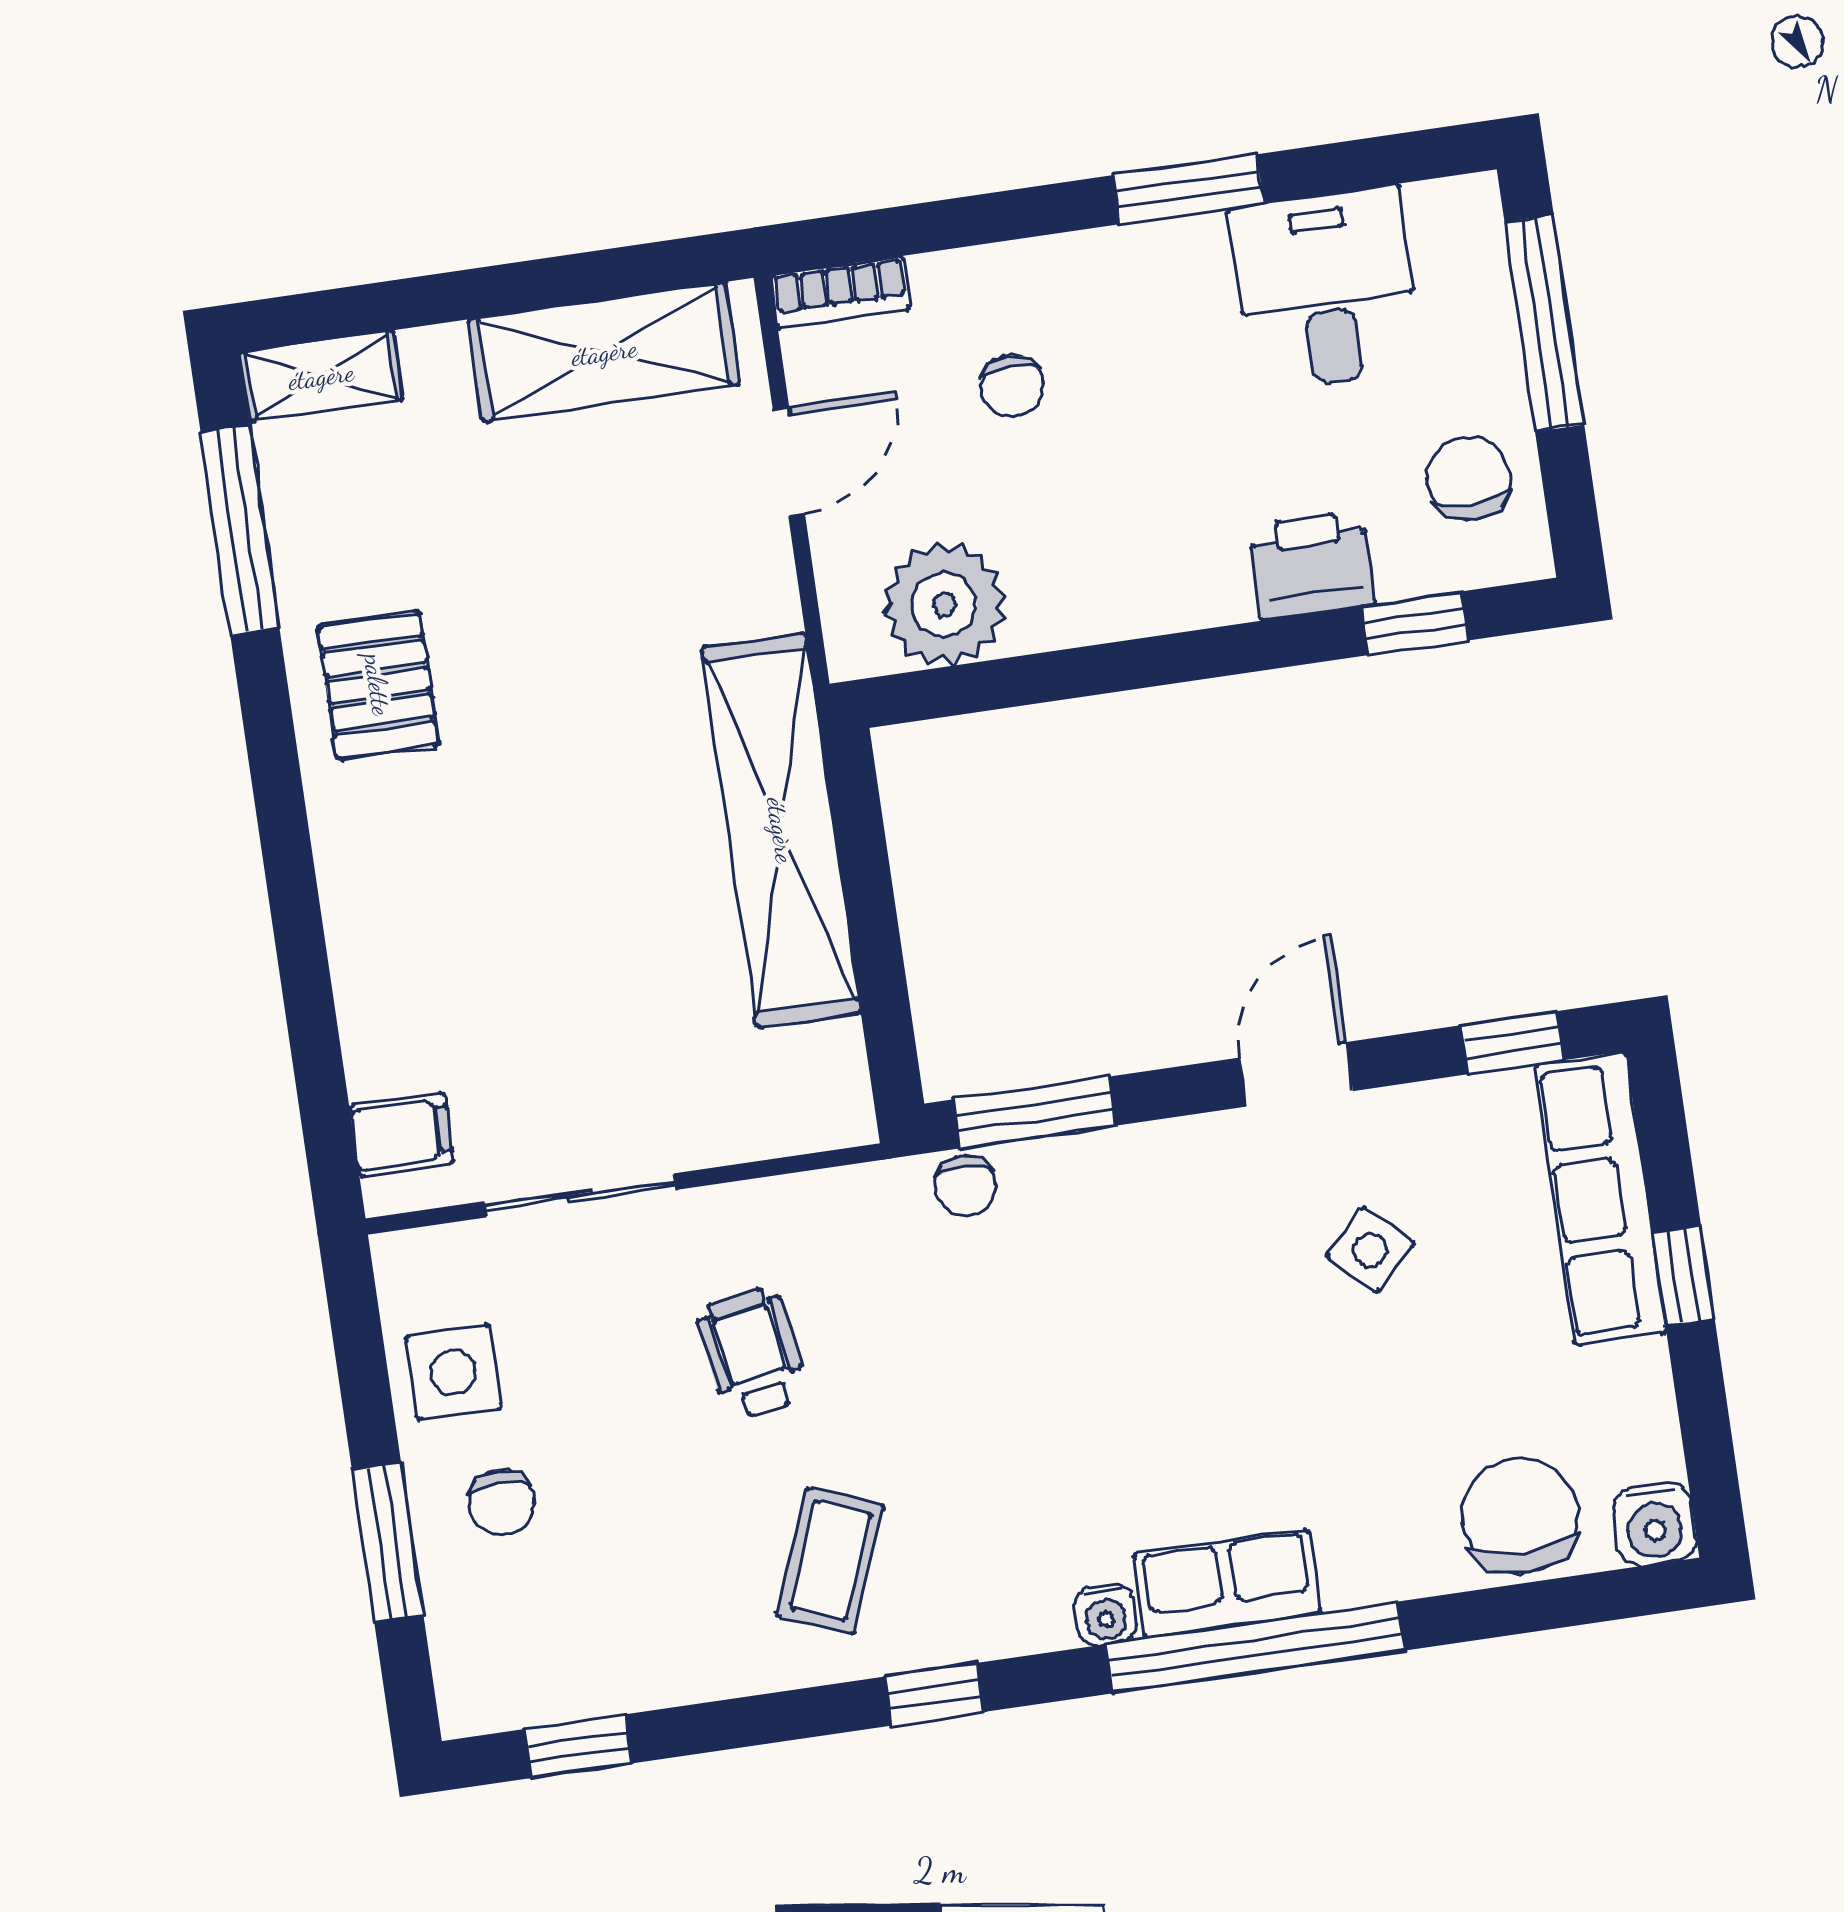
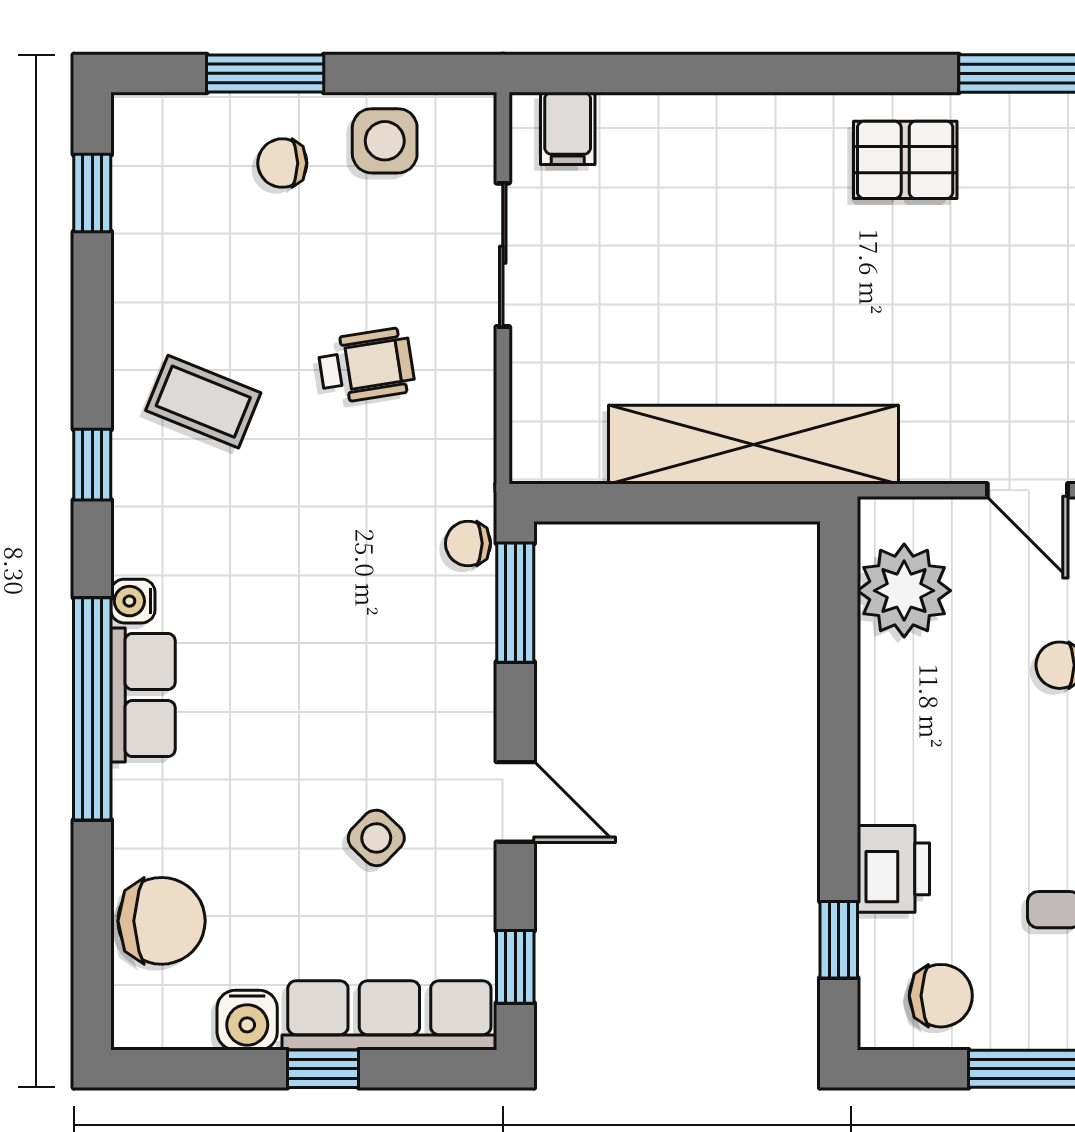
water cooler: (1654, 1524) -> (247, 1020), moved, turned -90

